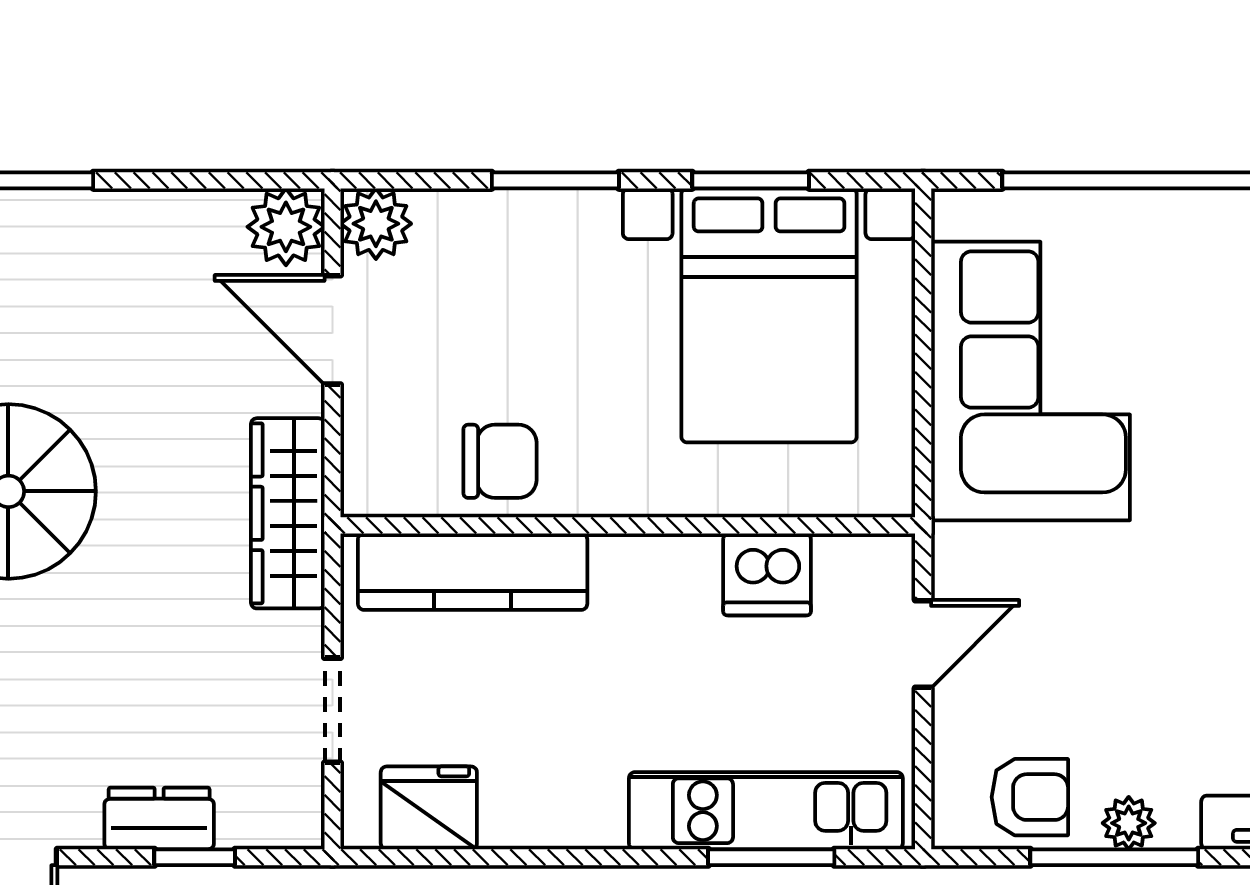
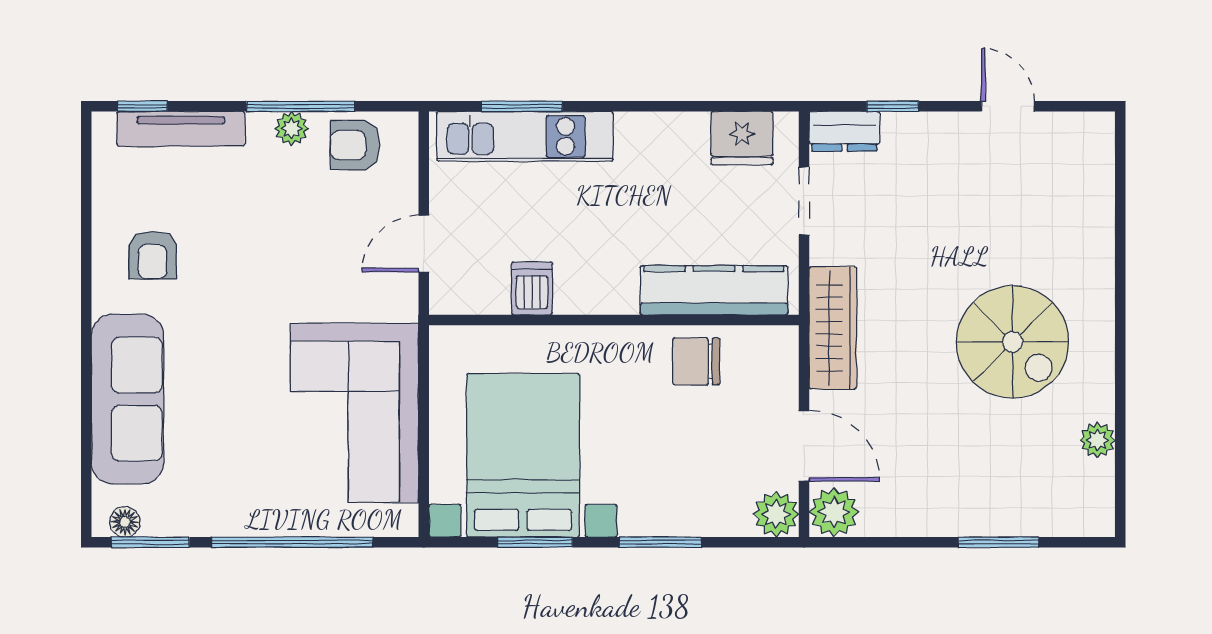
dishwasher: (767, 574) -> (532, 288), width x0.73
dresser: (159, 818) -> (844, 131), moved

